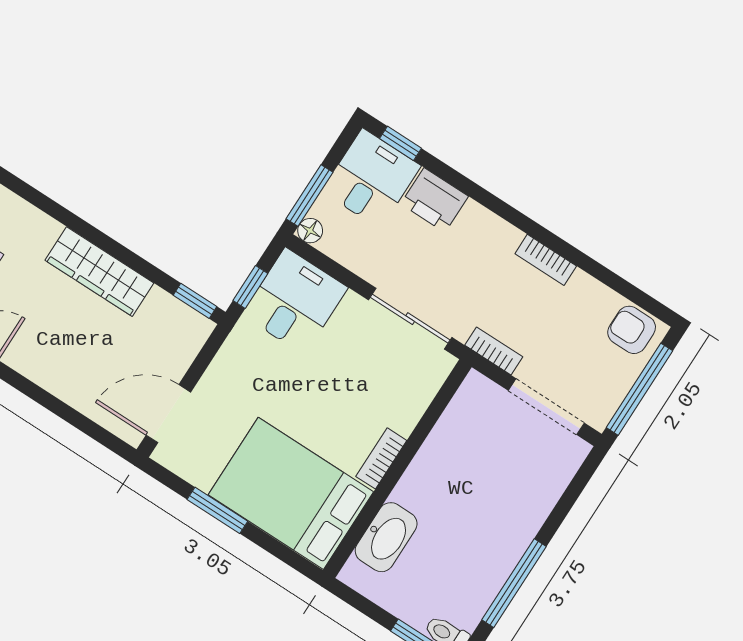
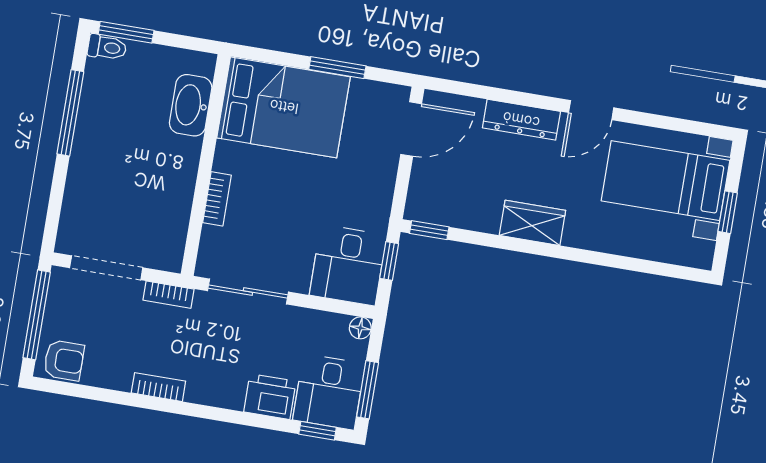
window: (310, 196) -> (368, 390), moved
wardrobe: (99, 272) -> (532, 223), width x0.67
dresser: (50, 374) -> (521, 120), added
bookcase: (381, 458) -> (217, 199), moved

